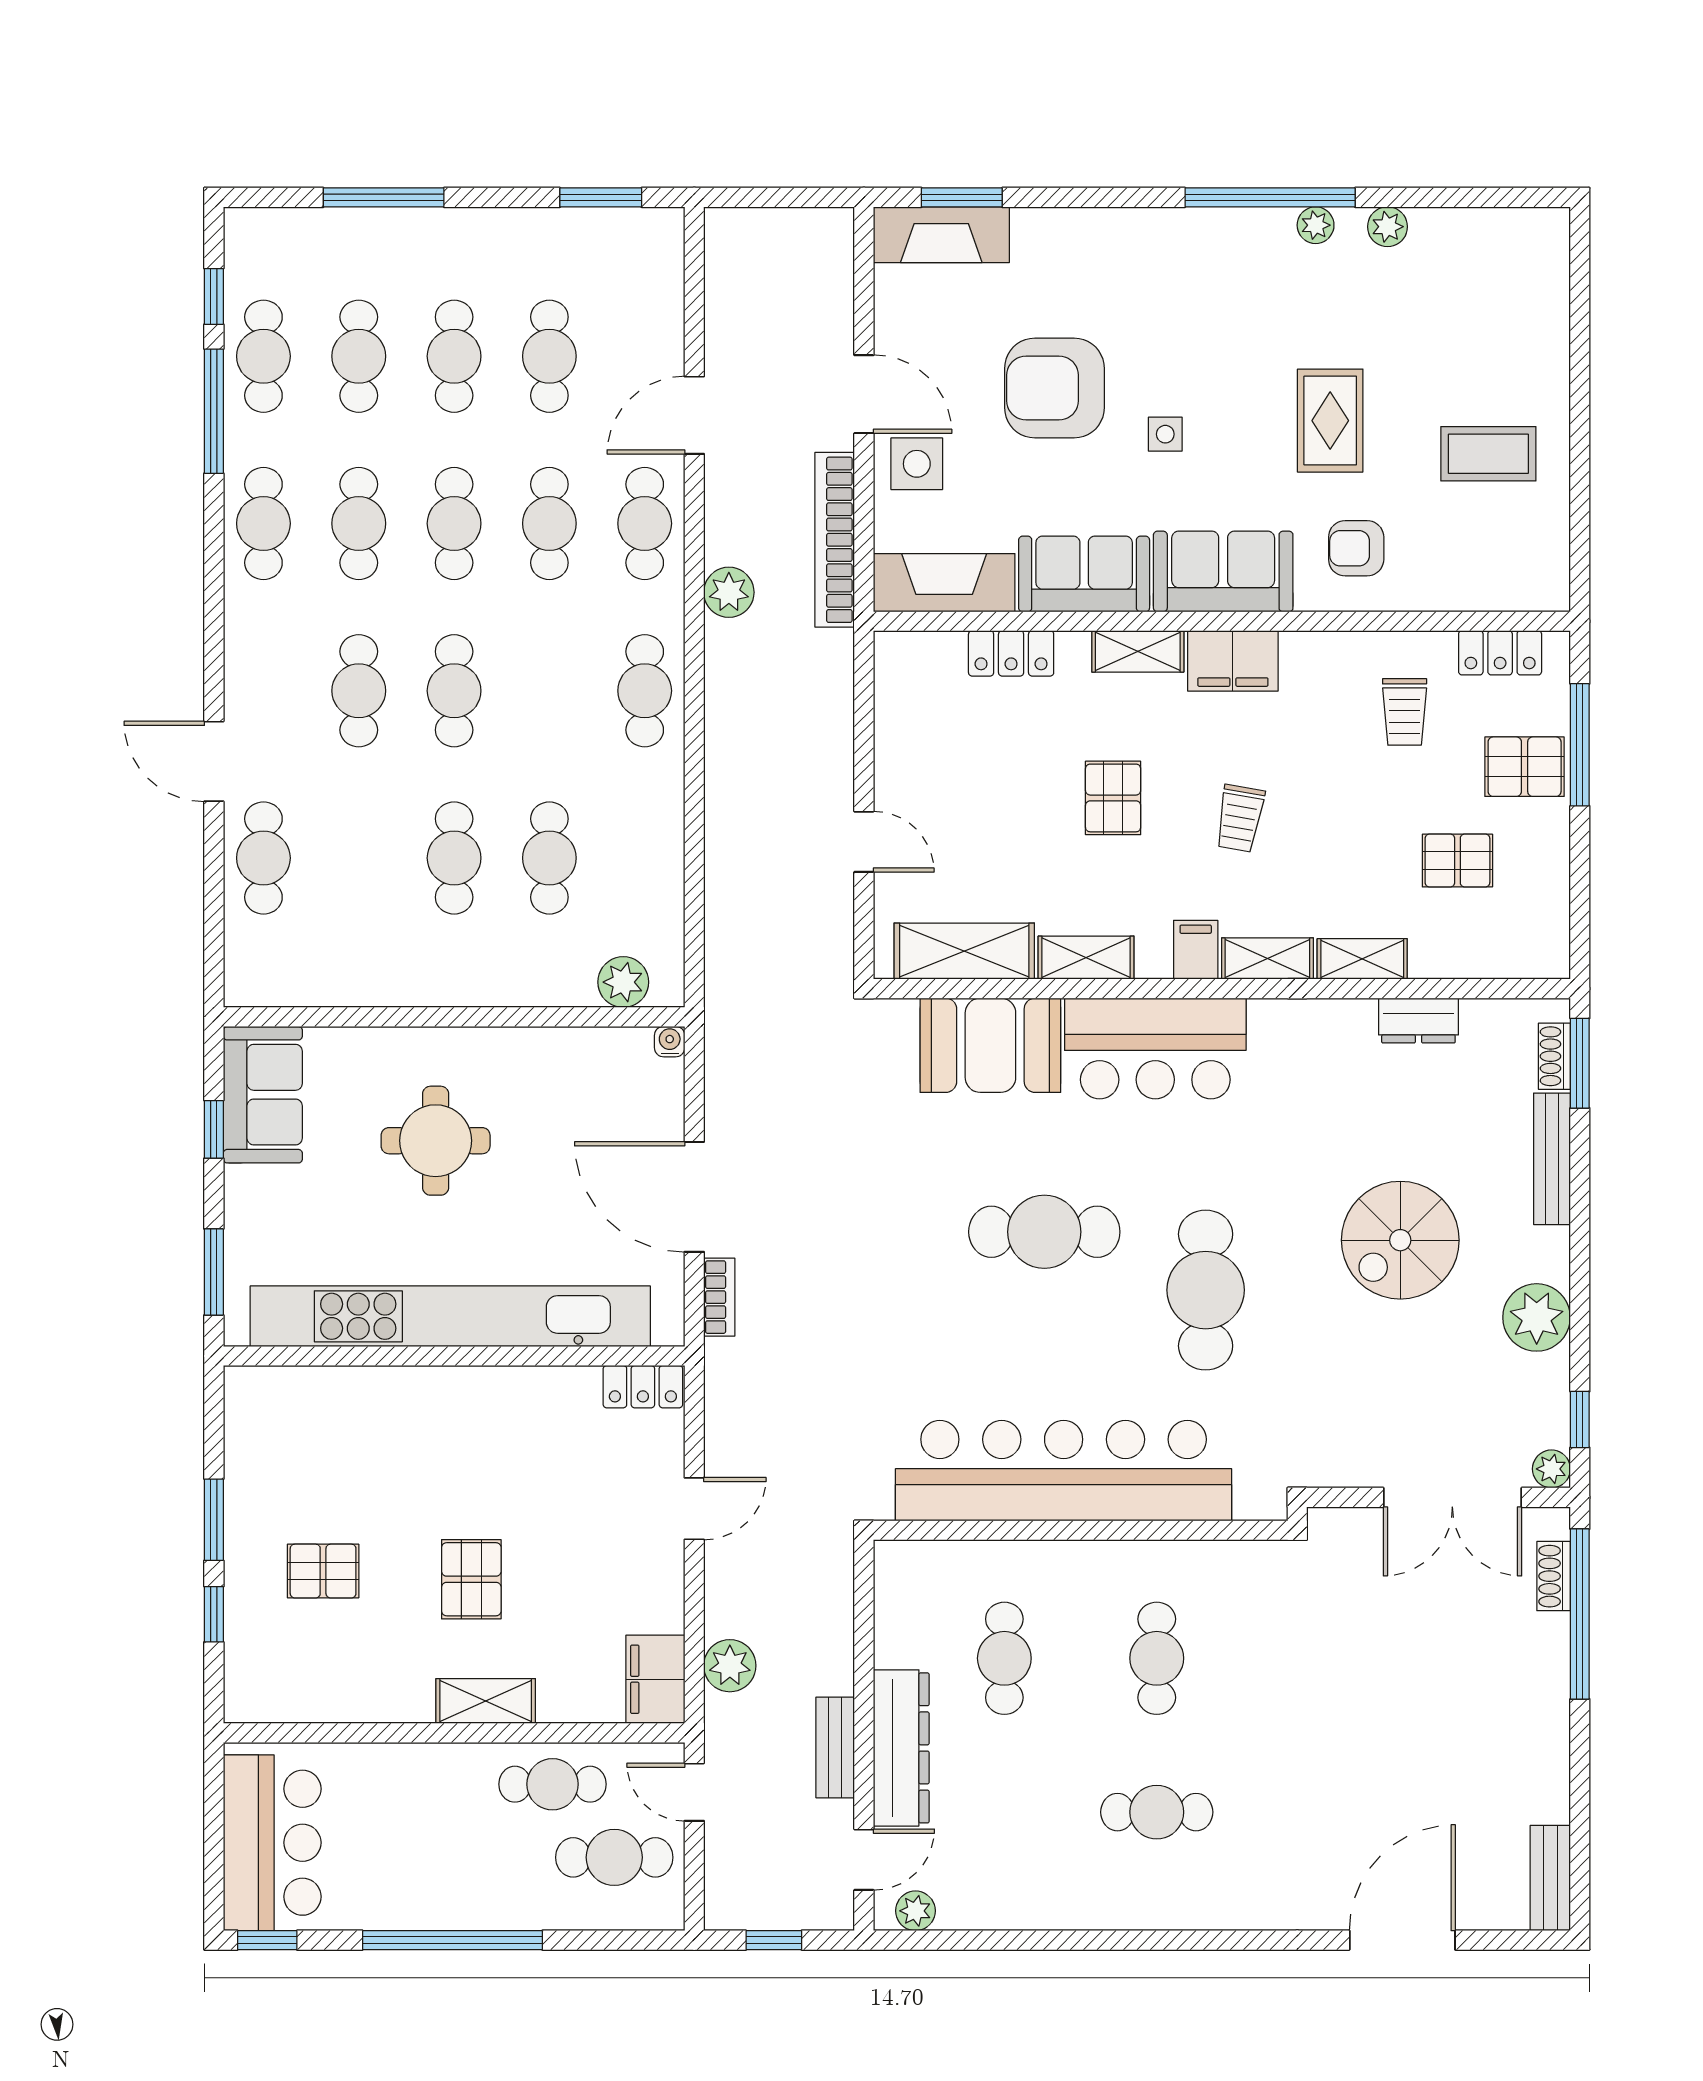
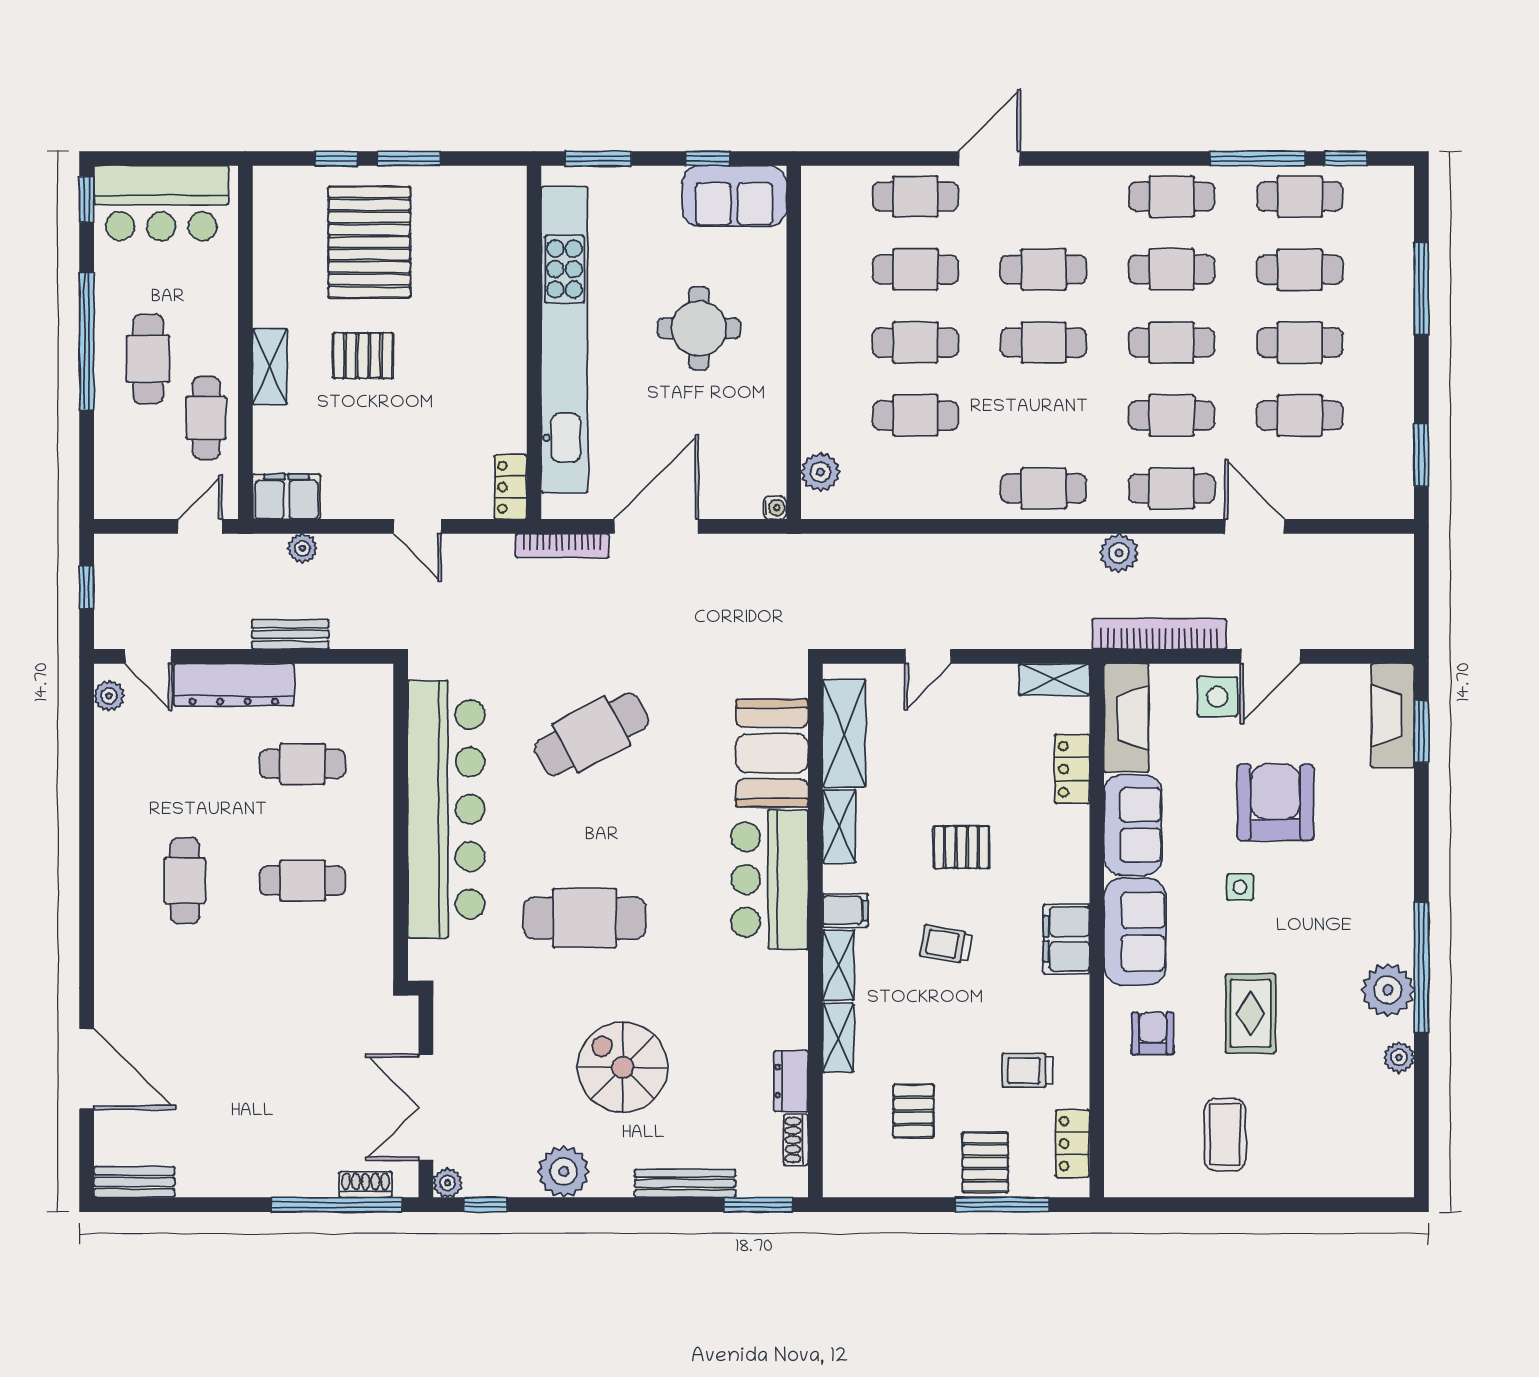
plant: (1316, 225) -> (1388, 990), width x1.88, depth x1.88
rug: (1330, 421) -> (1251, 1013), turned 90
shelving: (1138, 651) -> (1054, 679), moved, turned 90
cafe table: (359, 858) -> (915, 269), added
shoe rack: (1554, 1056) -> (796, 1140), moved, turned -90
cafe table: (1044, 1232) -> (591, 734), moved, turned 62
bookcase: (719, 1297) -> (562, 546), width x1.56
pallet: (323, 1571) -> (369, 242), width x2.05, depth x2.00
plant: (730, 1666) -> (302, 548), width x0.73, depth x0.73
bench: (835, 1747) -> (290, 634), moved
cafe table: (614, 1857) -> (148, 359), moved

